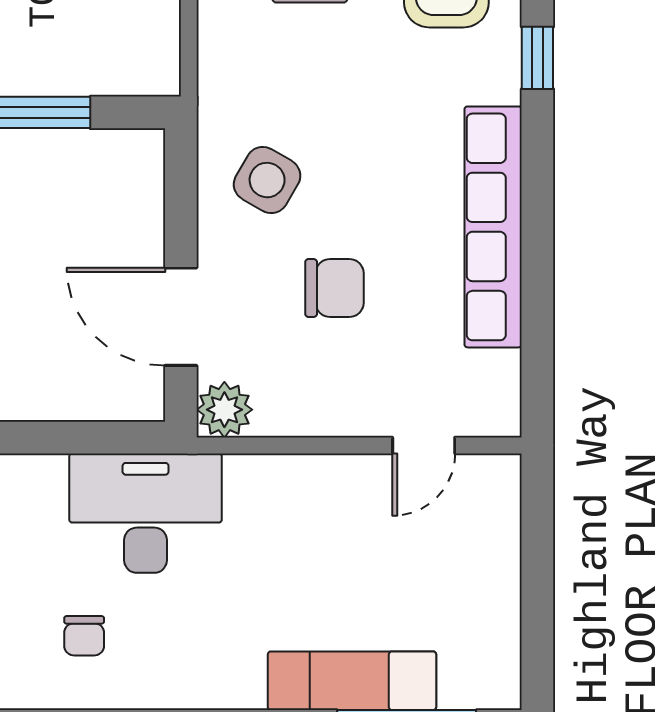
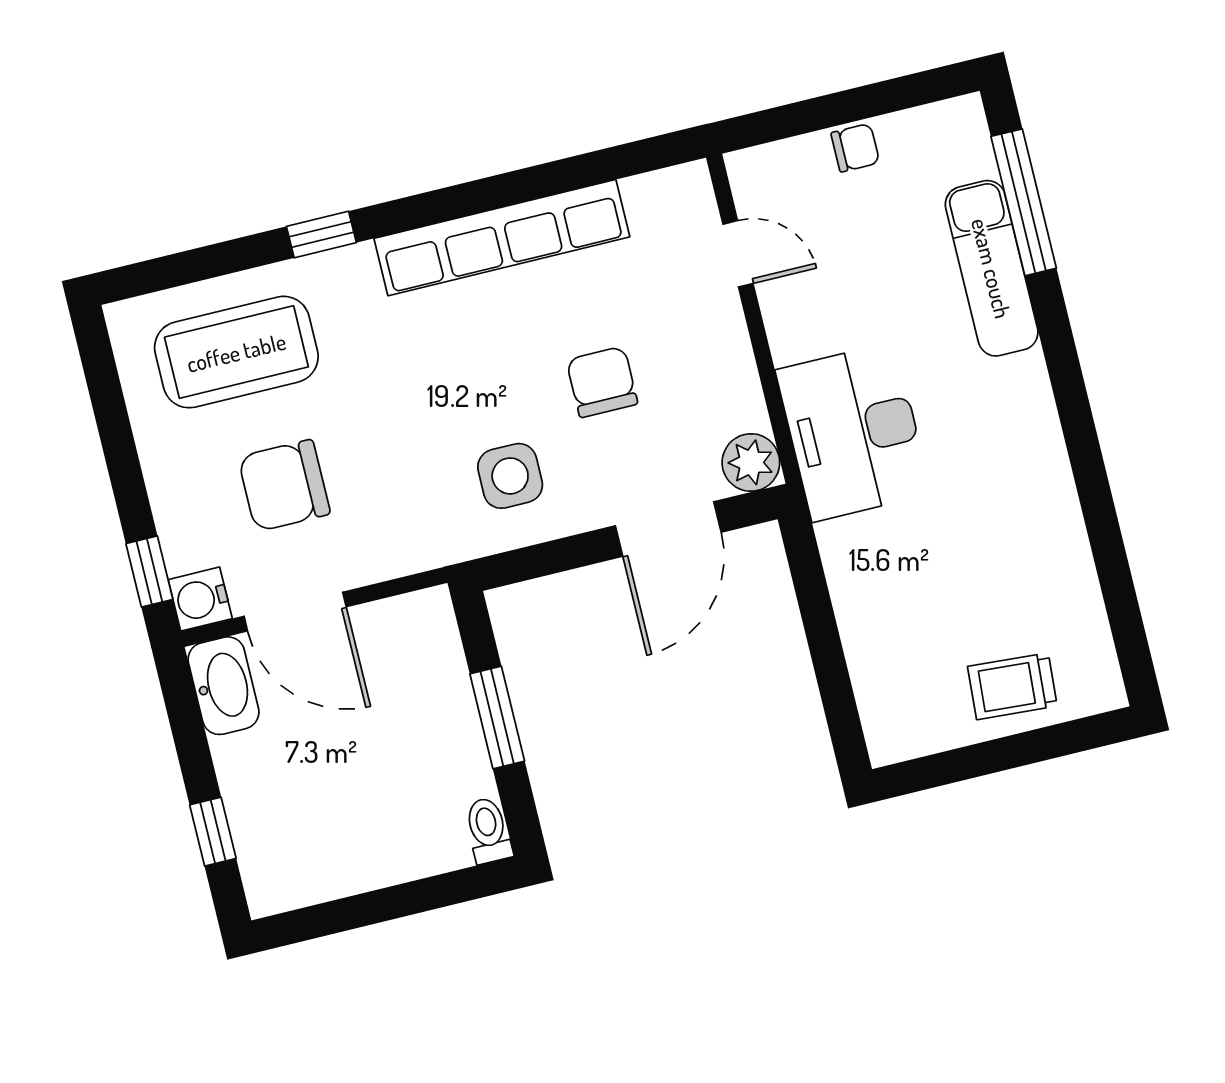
side table: (267, 180) -> (510, 476), turned -30
desk: (146, 513) -> (853, 432), moved
chair: (84, 636) -> (855, 148), moved

